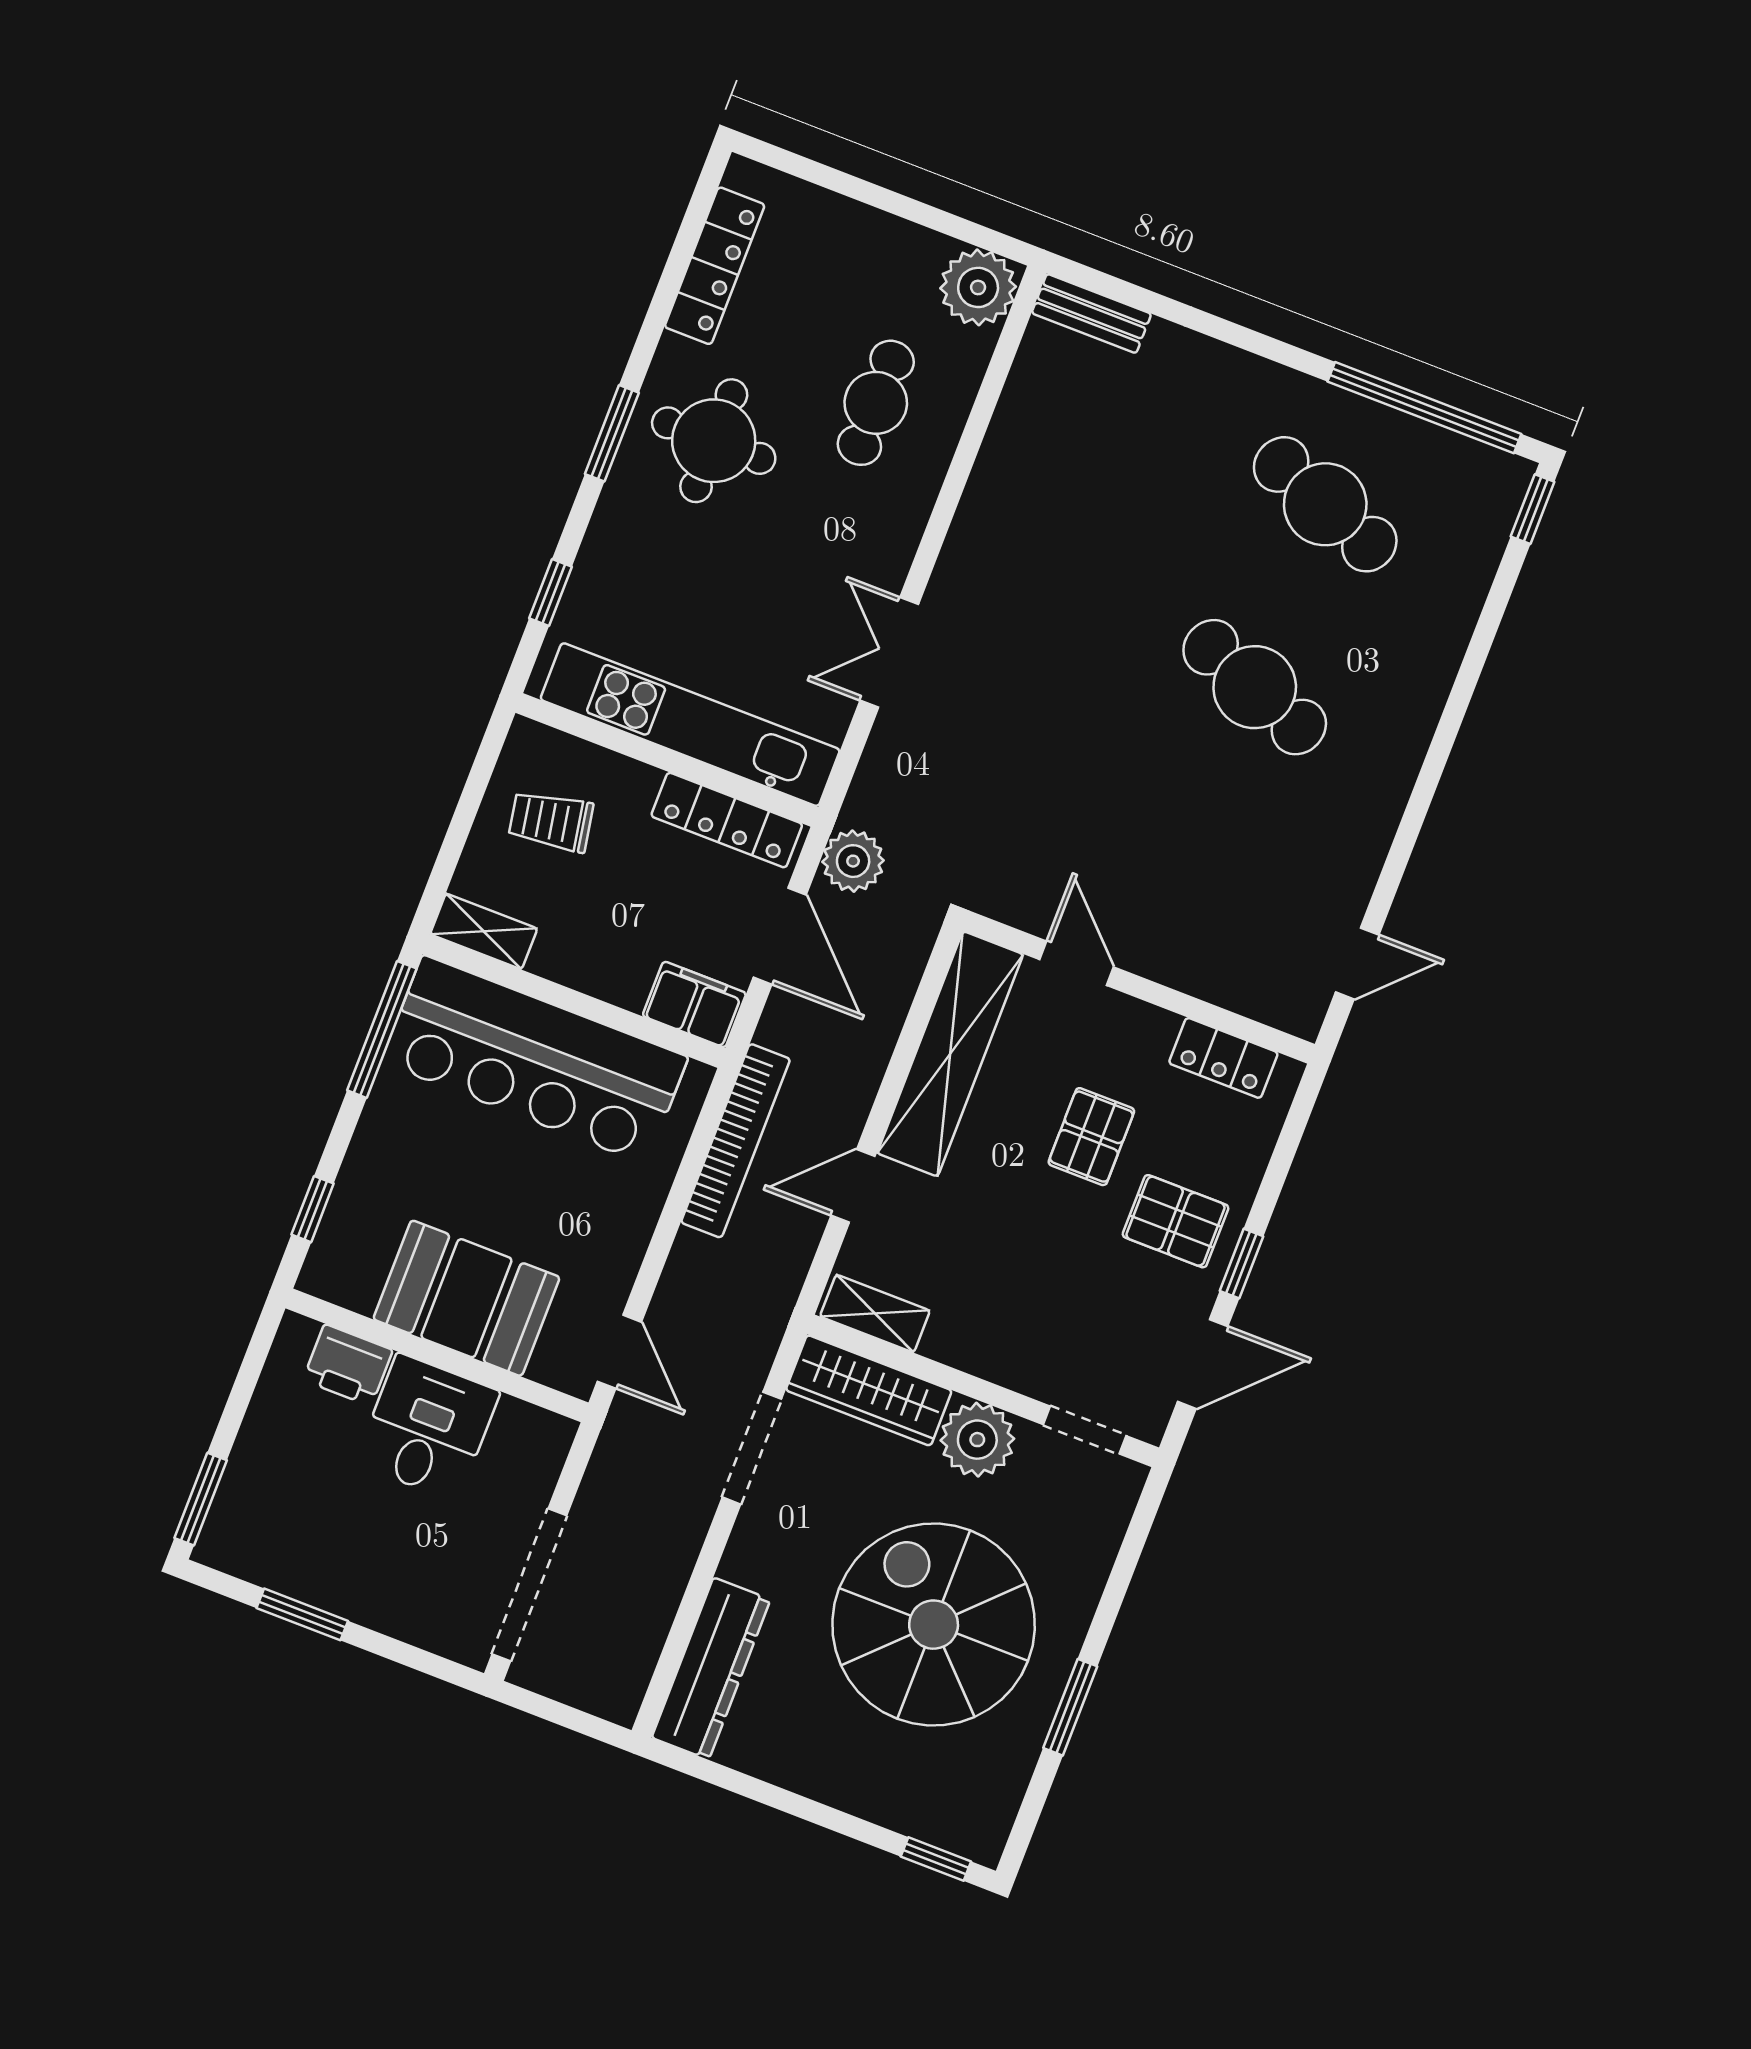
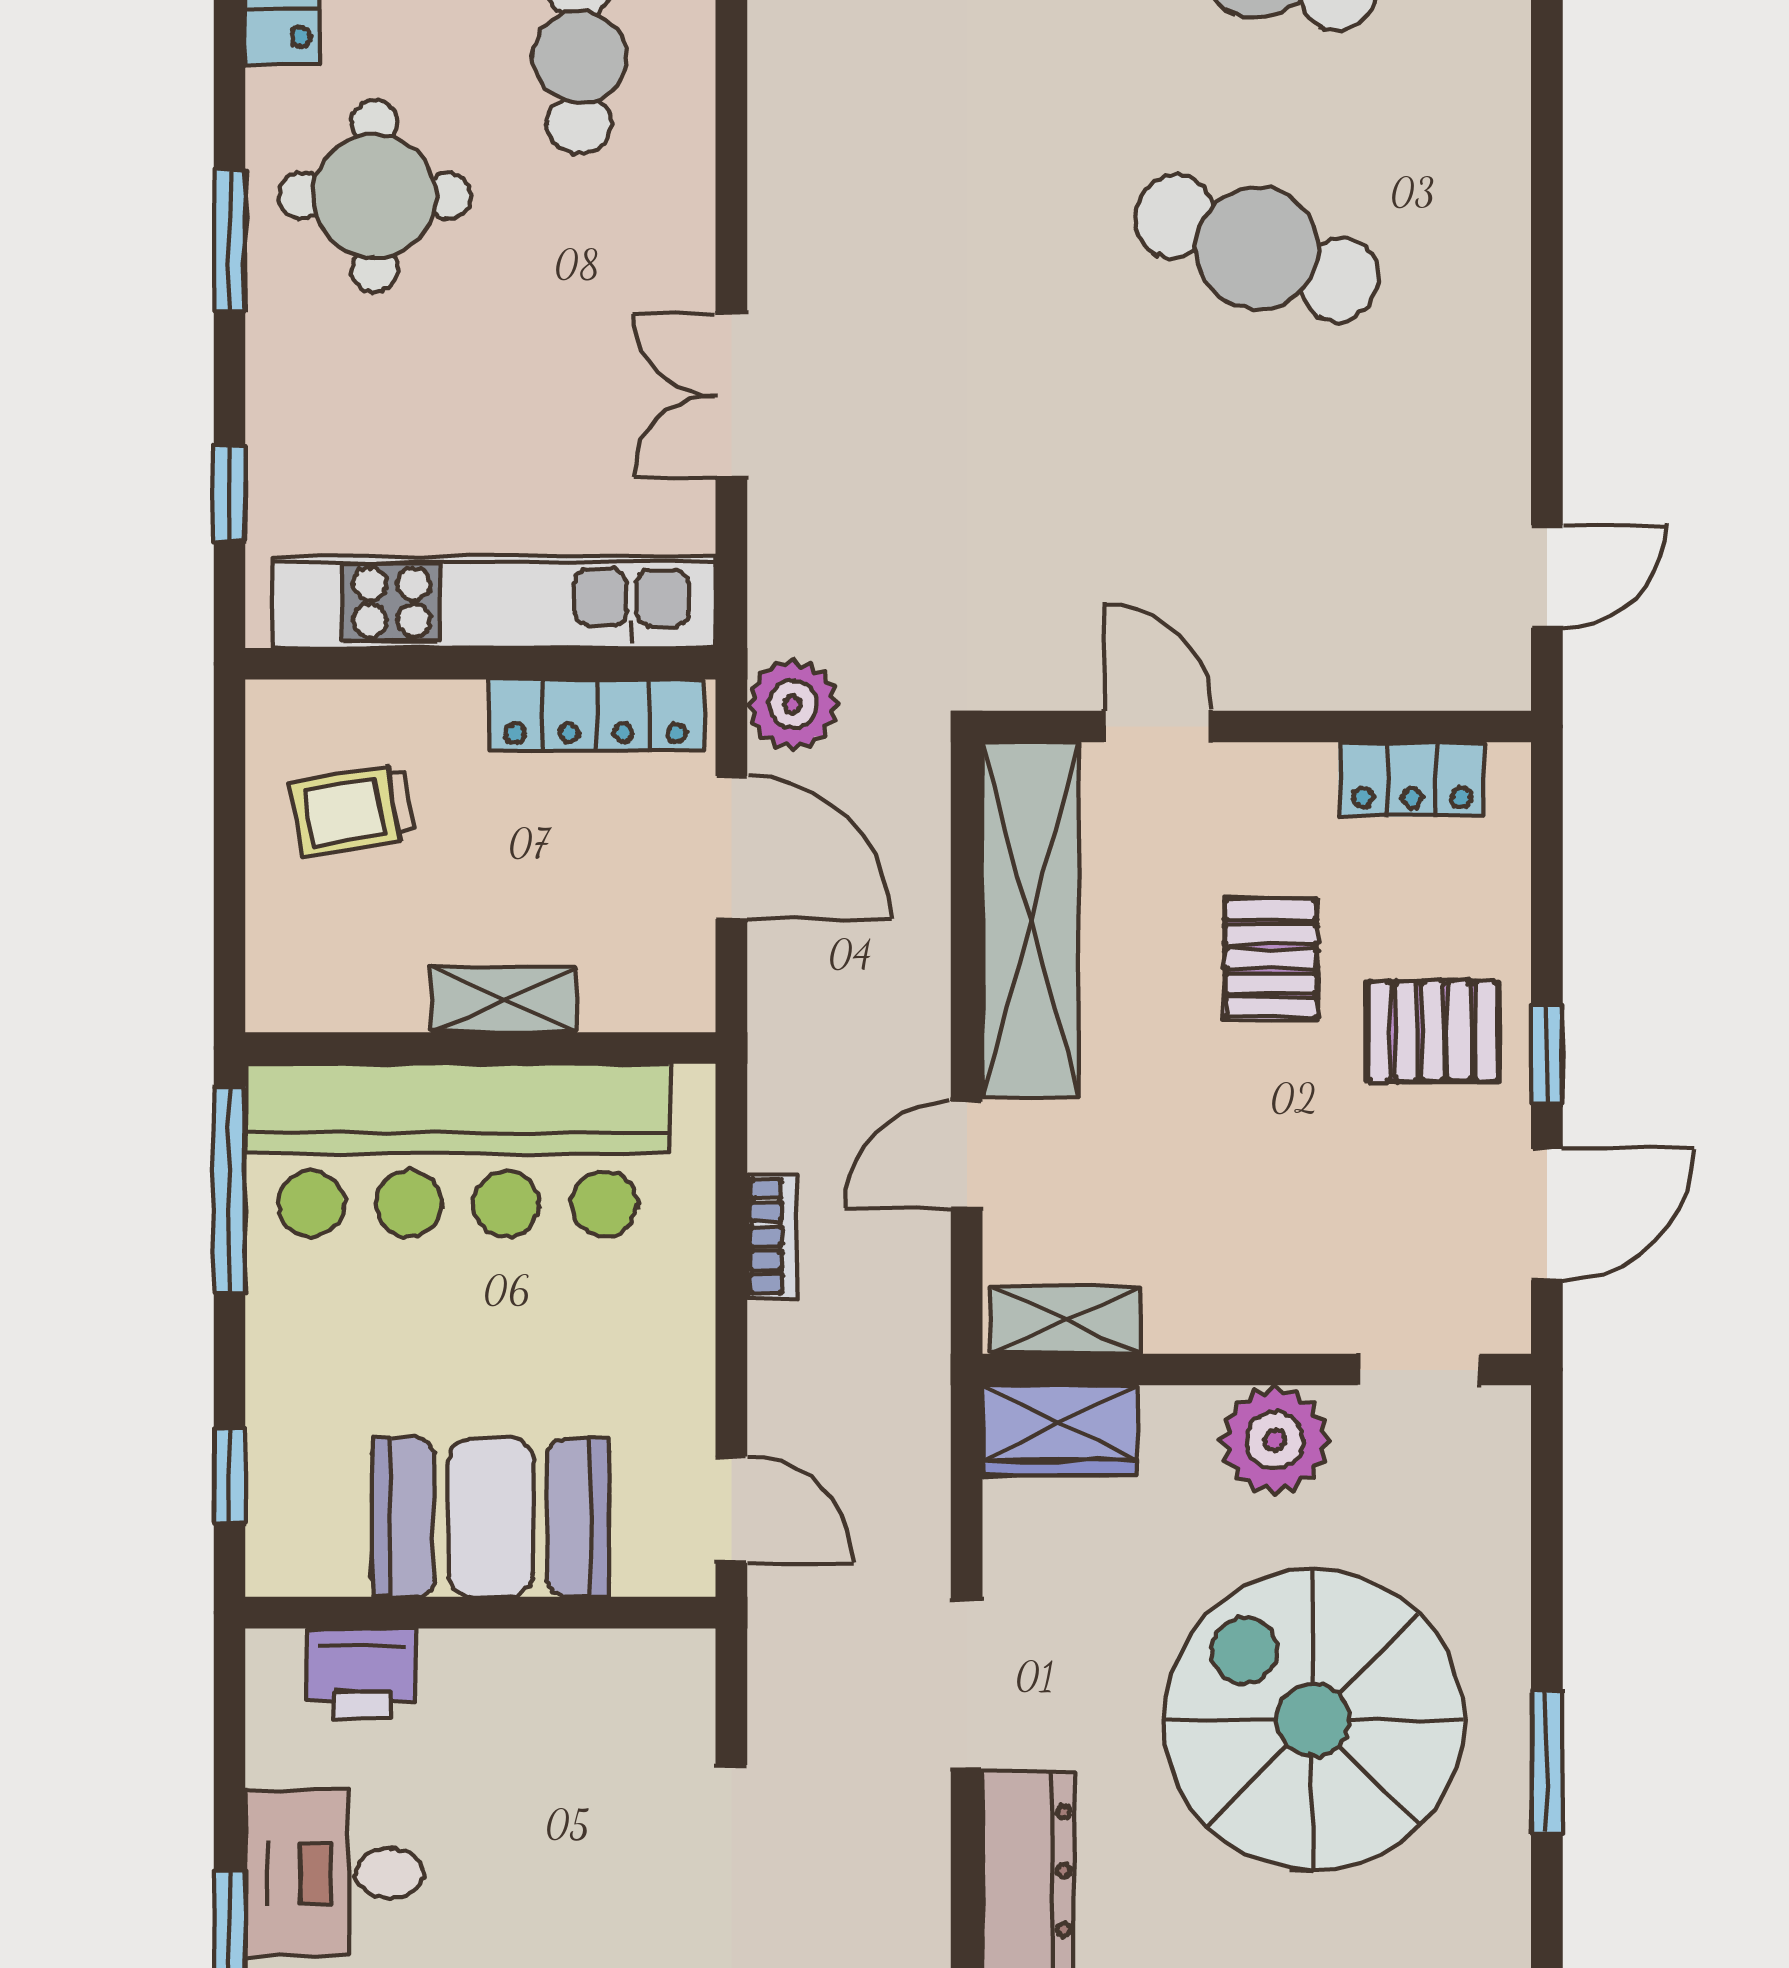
shelving: (484, 931) -> (504, 999), moved
filing cabinet: (694, 1004) -> (649, 988), removed
bookcase: (736, 1141) -> (772, 1236), width x0.43, depth x0.76
wardrobe: (869, 1390) -> (1059, 1430), width x0.67
desk: (427, 1427) -> (334, 1873), moved, turned -90
doorway: (752, 1448) -> (967, 1685), moved

